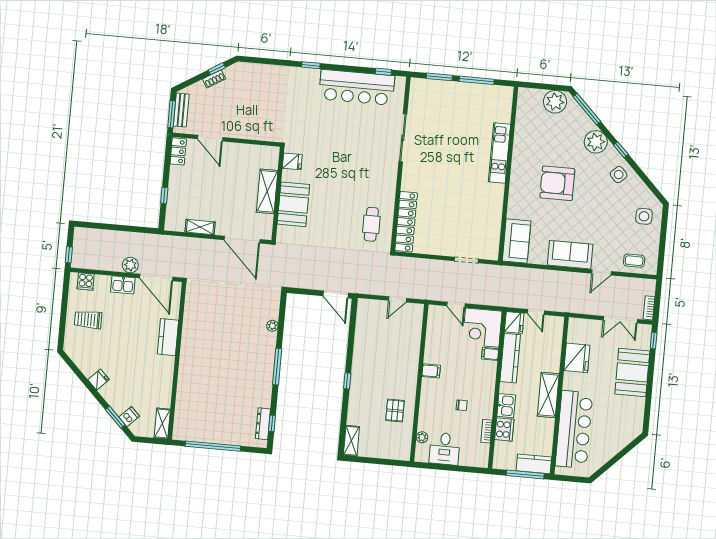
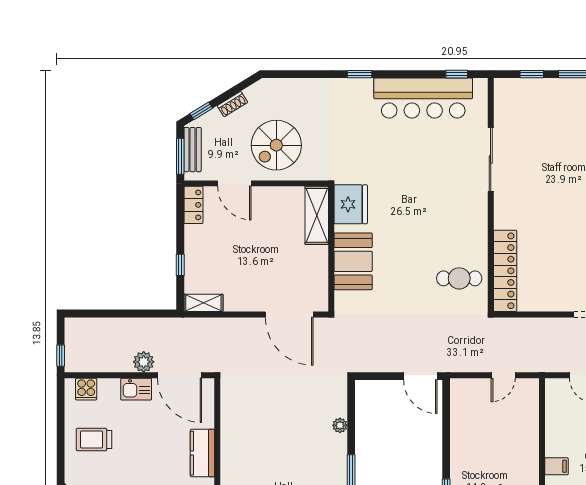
window: (217, 69) -> (201, 111), moved
window: (439, 77) -> (532, 74), width x0.67
spiral stairs: (244, 112) -> (276, 145), added
fridge: (292, 161) -> (351, 204), width x1.88, depth x1.34
shelving: (267, 191) -> (317, 215), moved
cafe table: (371, 224) -> (459, 278), turned 90
shelving: (200, 227) -> (203, 303), moved

